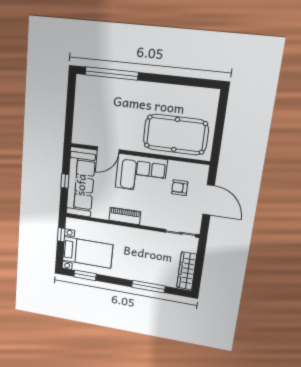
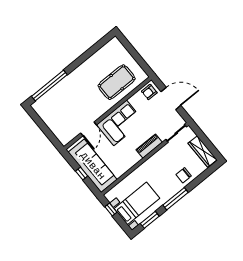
pool table: (176, 135) -> (117, 82), width x0.73, depth x0.76
armchair: (180, 188) -> (149, 92), moved
piano: (125, 216) -> (149, 146), moved
chair: (150, 272) -> (184, 175), added
window: (148, 287) -> (176, 199), moved

